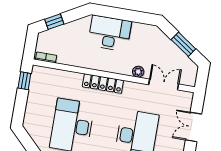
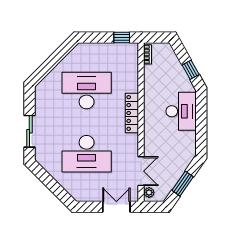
window: (54, 22) -> (191, 70), moved
plant: (138, 72) -> (149, 192), moved
double door: (194, 127) -> (116, 207), moved

